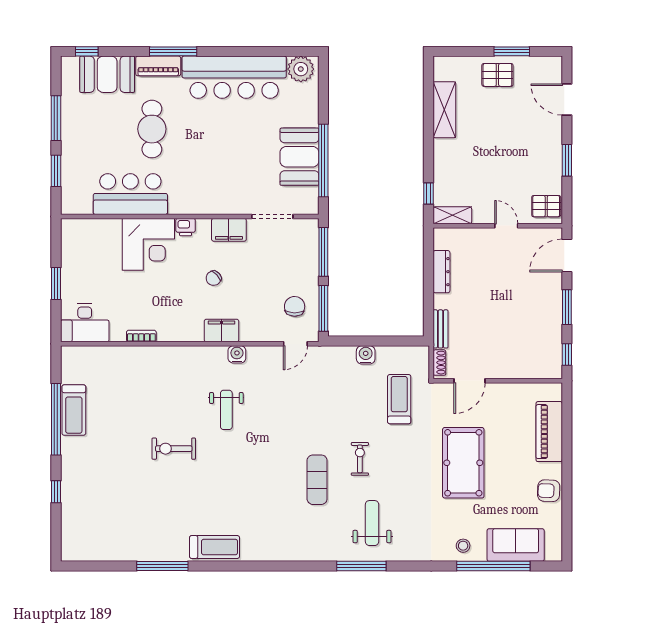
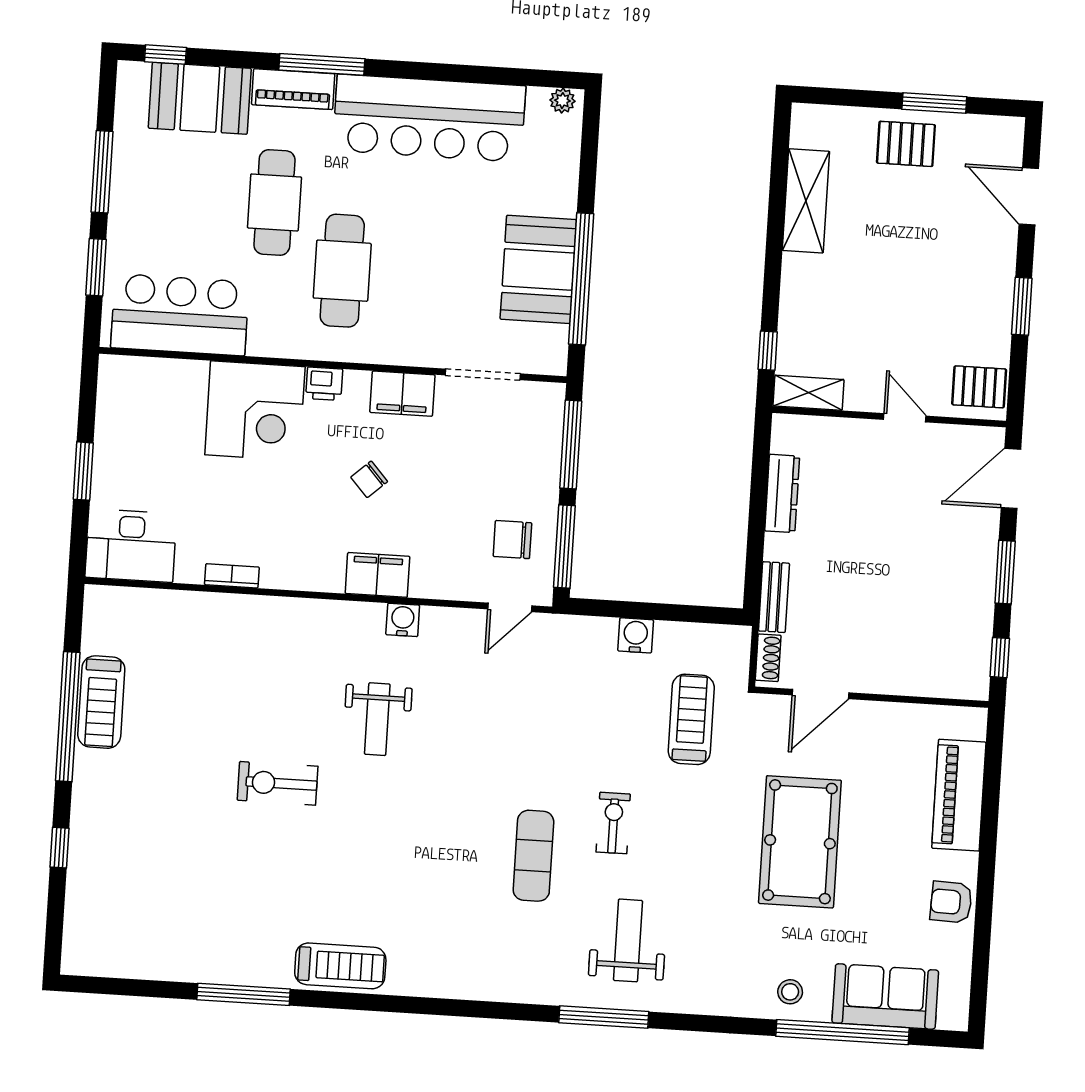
plant: (301, 69) -> (562, 101), width x0.53, depth x0.53
cafe table: (192, 164) -> (342, 271), added
bar counter: (130, 194) -> (180, 315), moved
chair: (295, 306) -> (512, 540), turned -91

